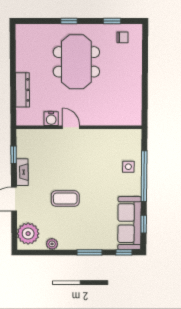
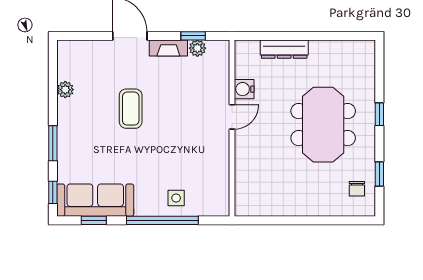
meeting table: (76, 62) -> (323, 125), turned 90
plant: (28, 234) -> (197, 48), moved, width x0.53, depth x0.53

